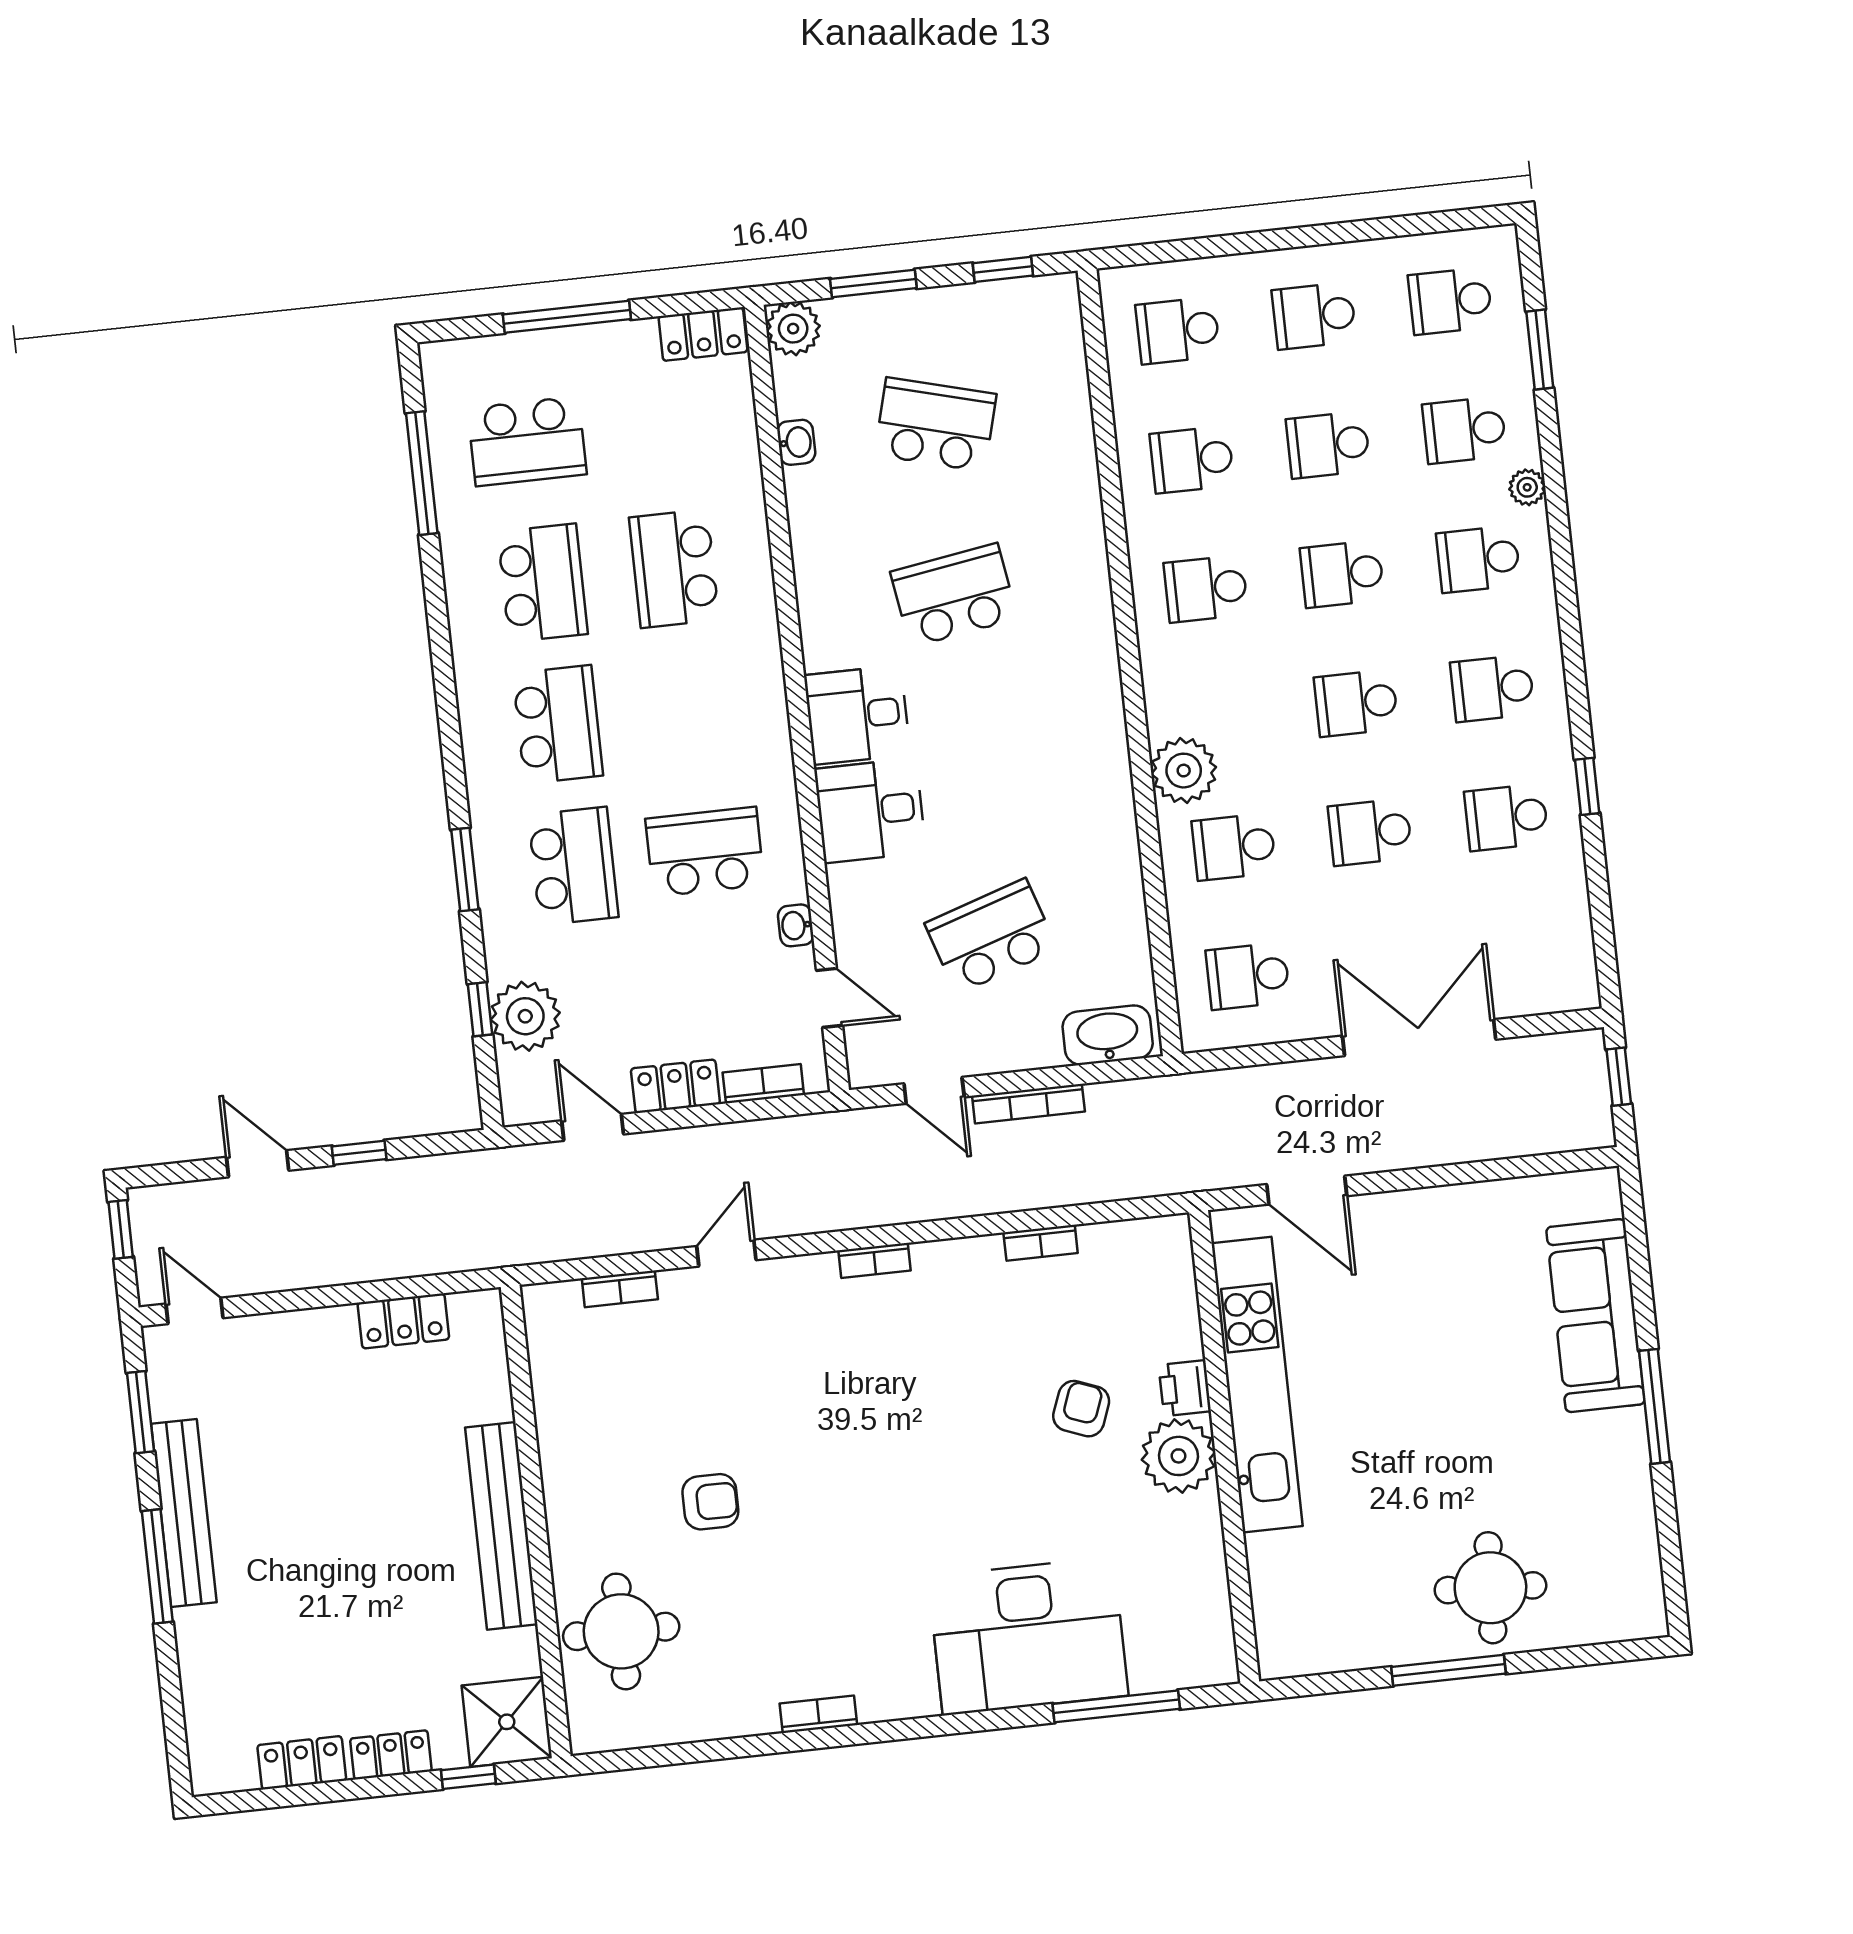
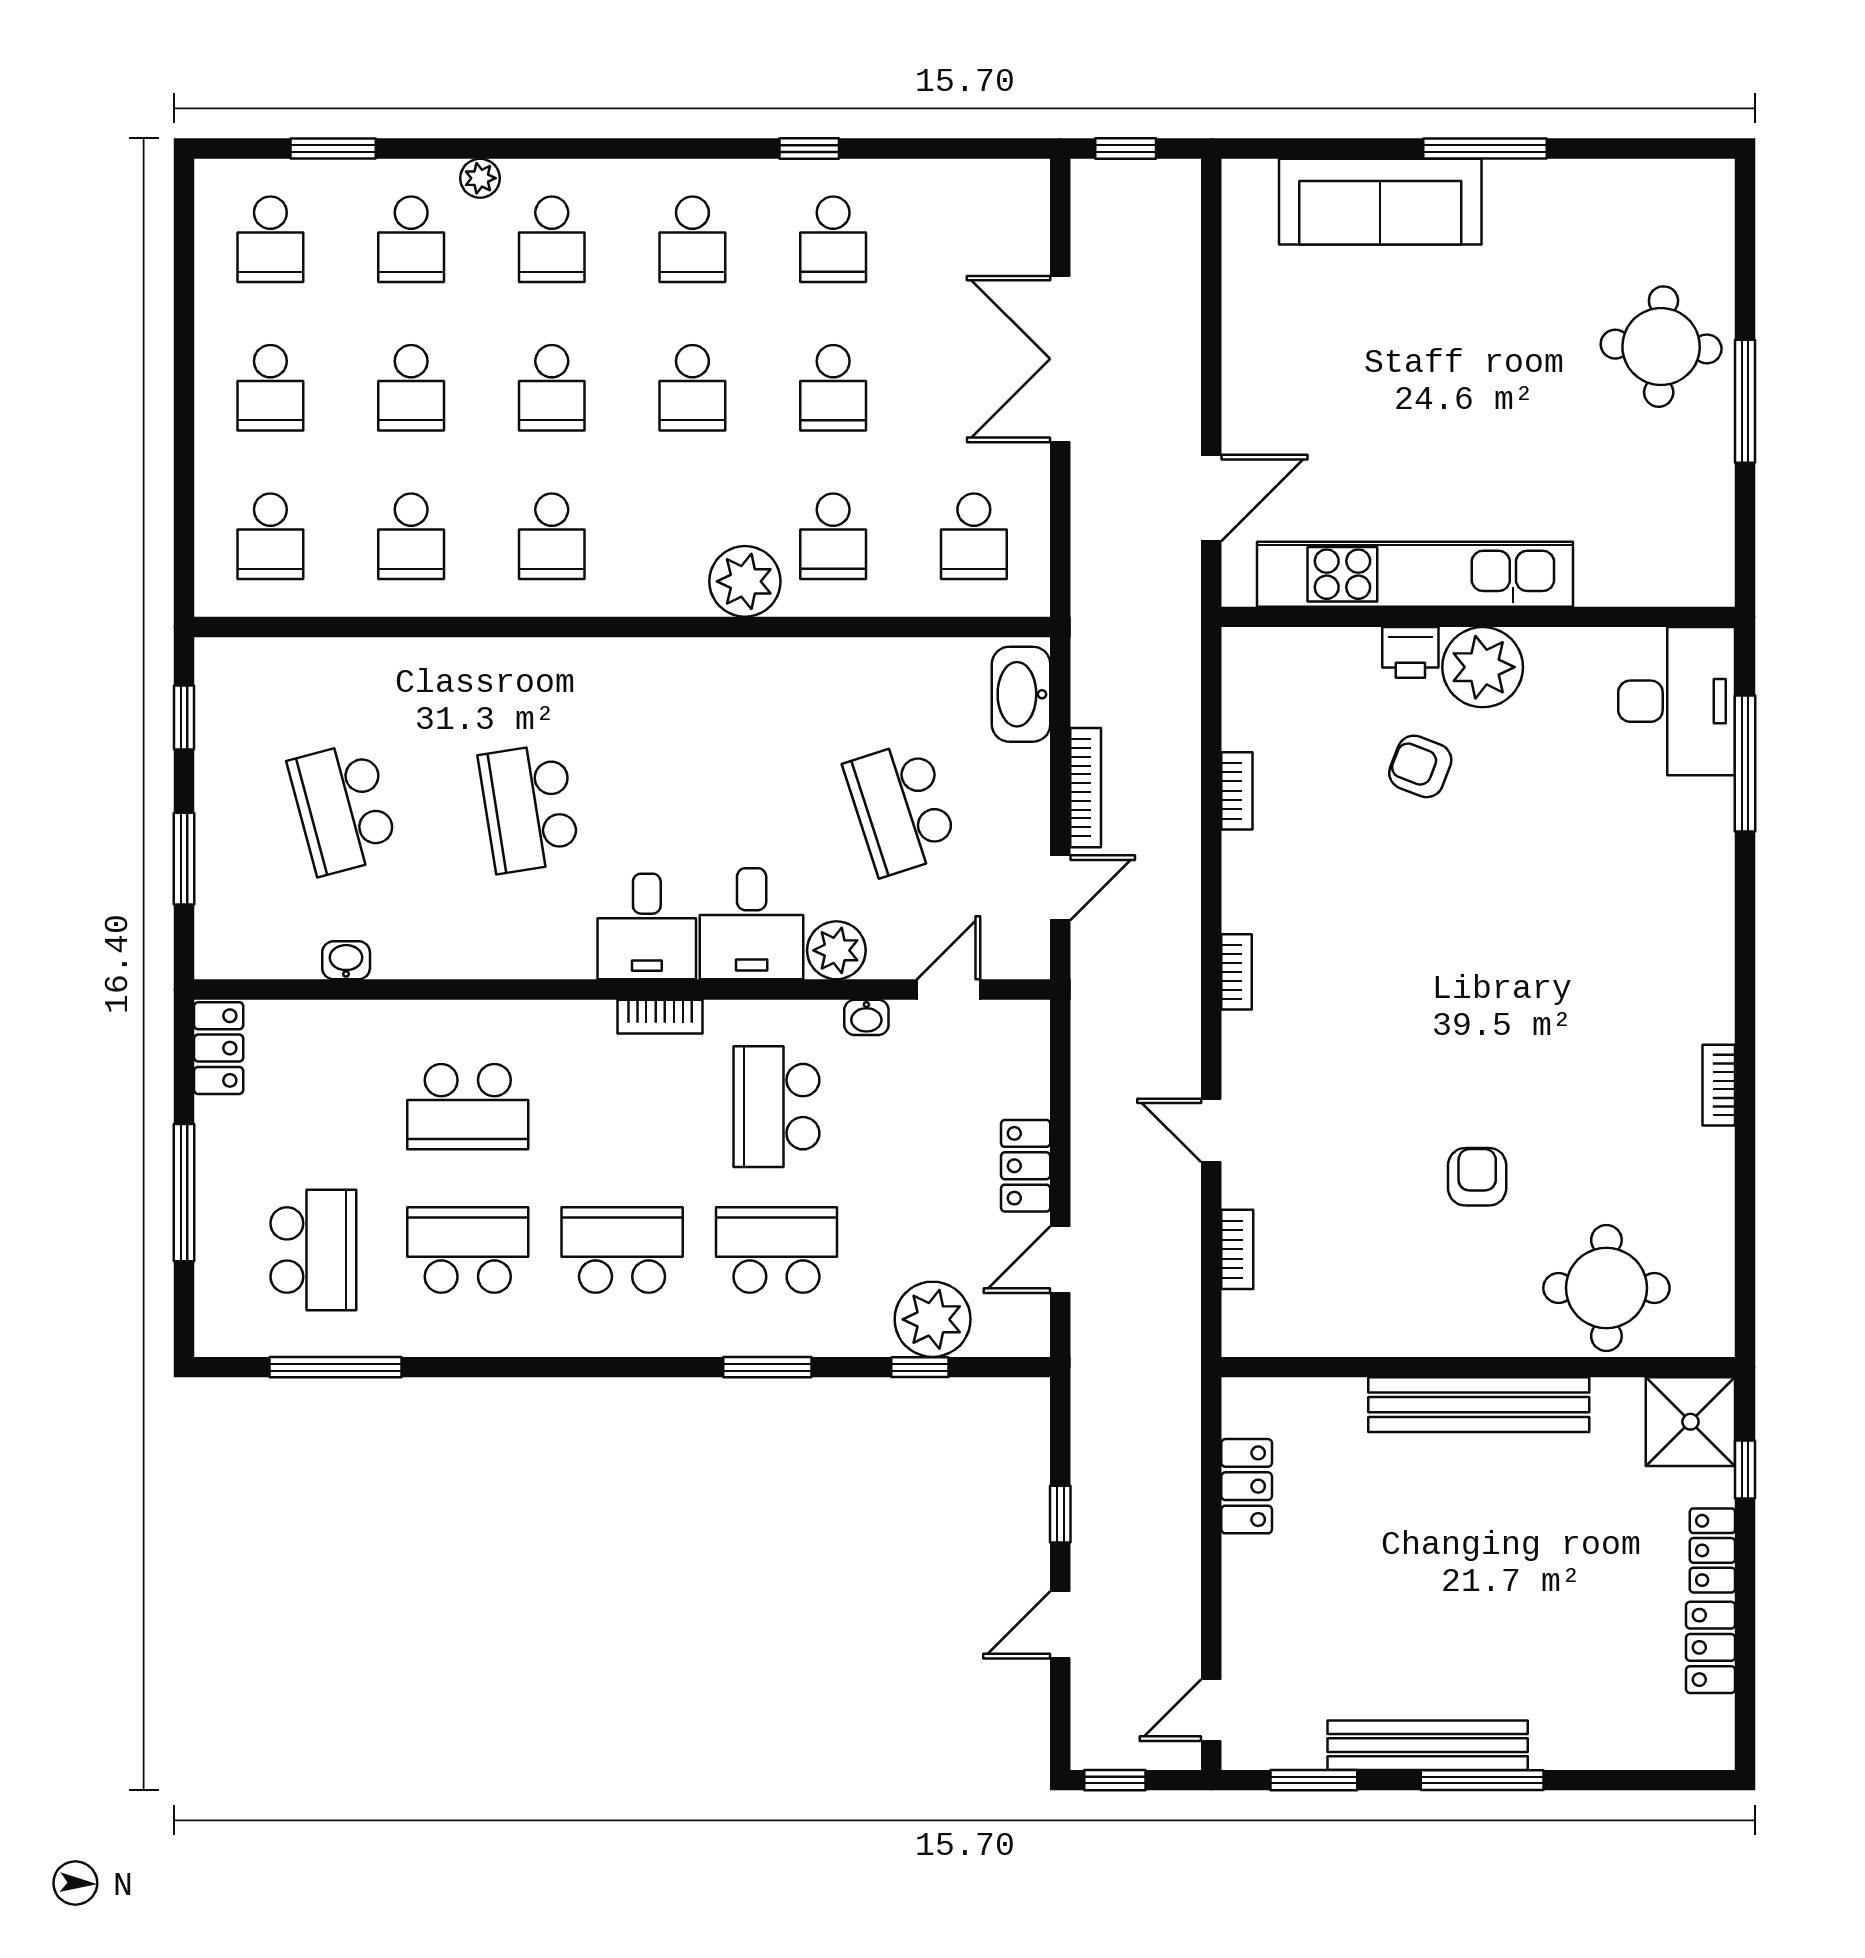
plant: (793, 329) -> (836, 950), moved
school desk: (935, 425) -> (343, 808), turned -30
bookcase: (763, 1084) -> (660, 1017), moved, turned -90
desk: (1028, 1636) -> (1677, 701), moved, width x0.73, depth x0.77

